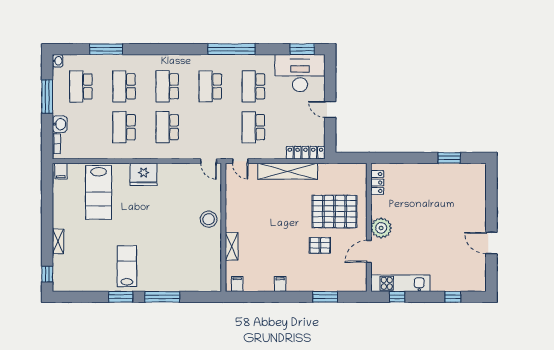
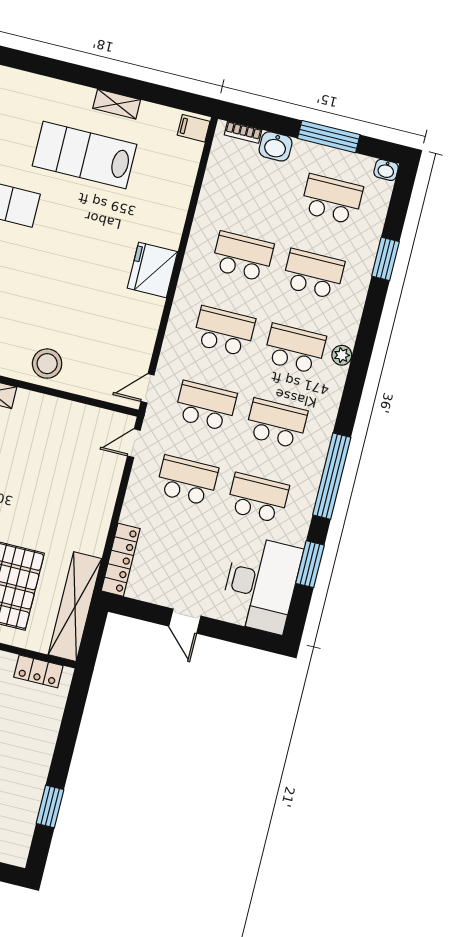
window: (106, 49) -> (385, 259), width x0.69
window: (302, 49) -> (310, 564), moved
plant: (164, 60) -> (342, 355), added
door: (330, 110) -> (185, 621), swing flipped
school desk: (210, 127) -> (206, 406), added
shelving: (288, 171) -> (75, 607), moved
lab bench: (99, 192) -> (84, 155), moved
shelving: (58, 241) -> (117, 104), moved
window: (47, 274) -> (21, 60), removed

